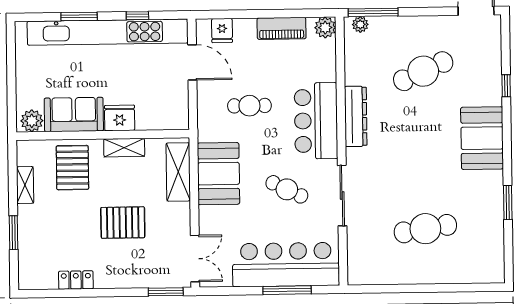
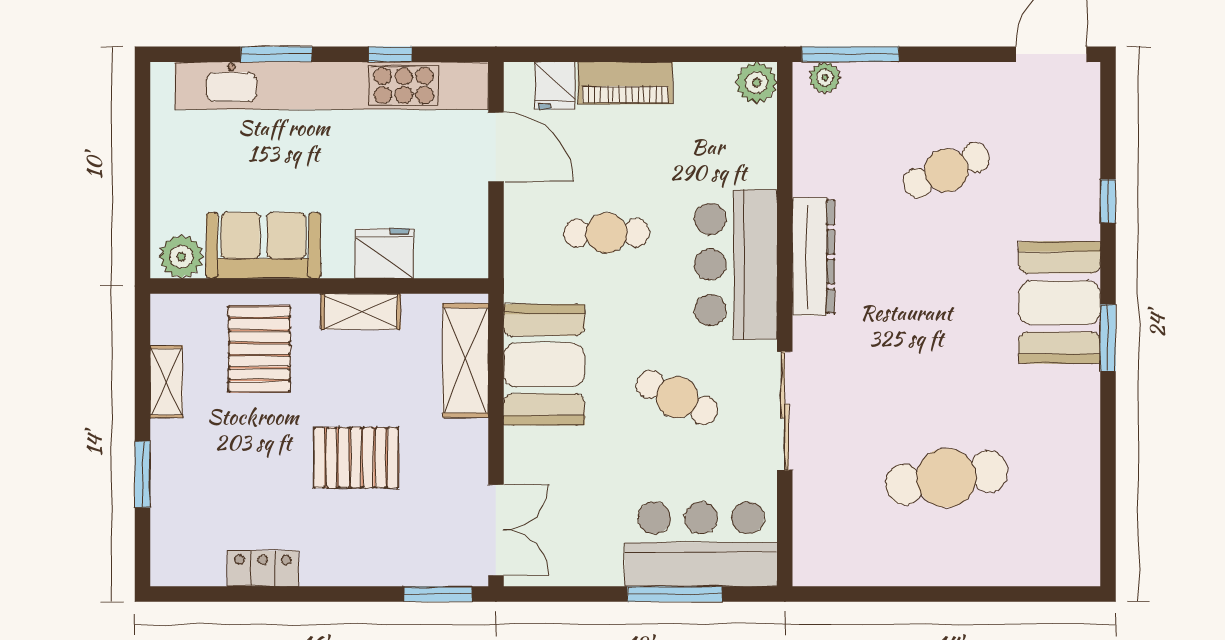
piano: (282, 28) -> (625, 83), moved
cafe table: (423, 71) -> (946, 170), width x0.73, depth x0.74
fridge: (120, 118) -> (384, 253), moved
window: (508, 202) -> (1108, 338), moved
bar counter: (286, 265) -> (701, 544), width x0.73

